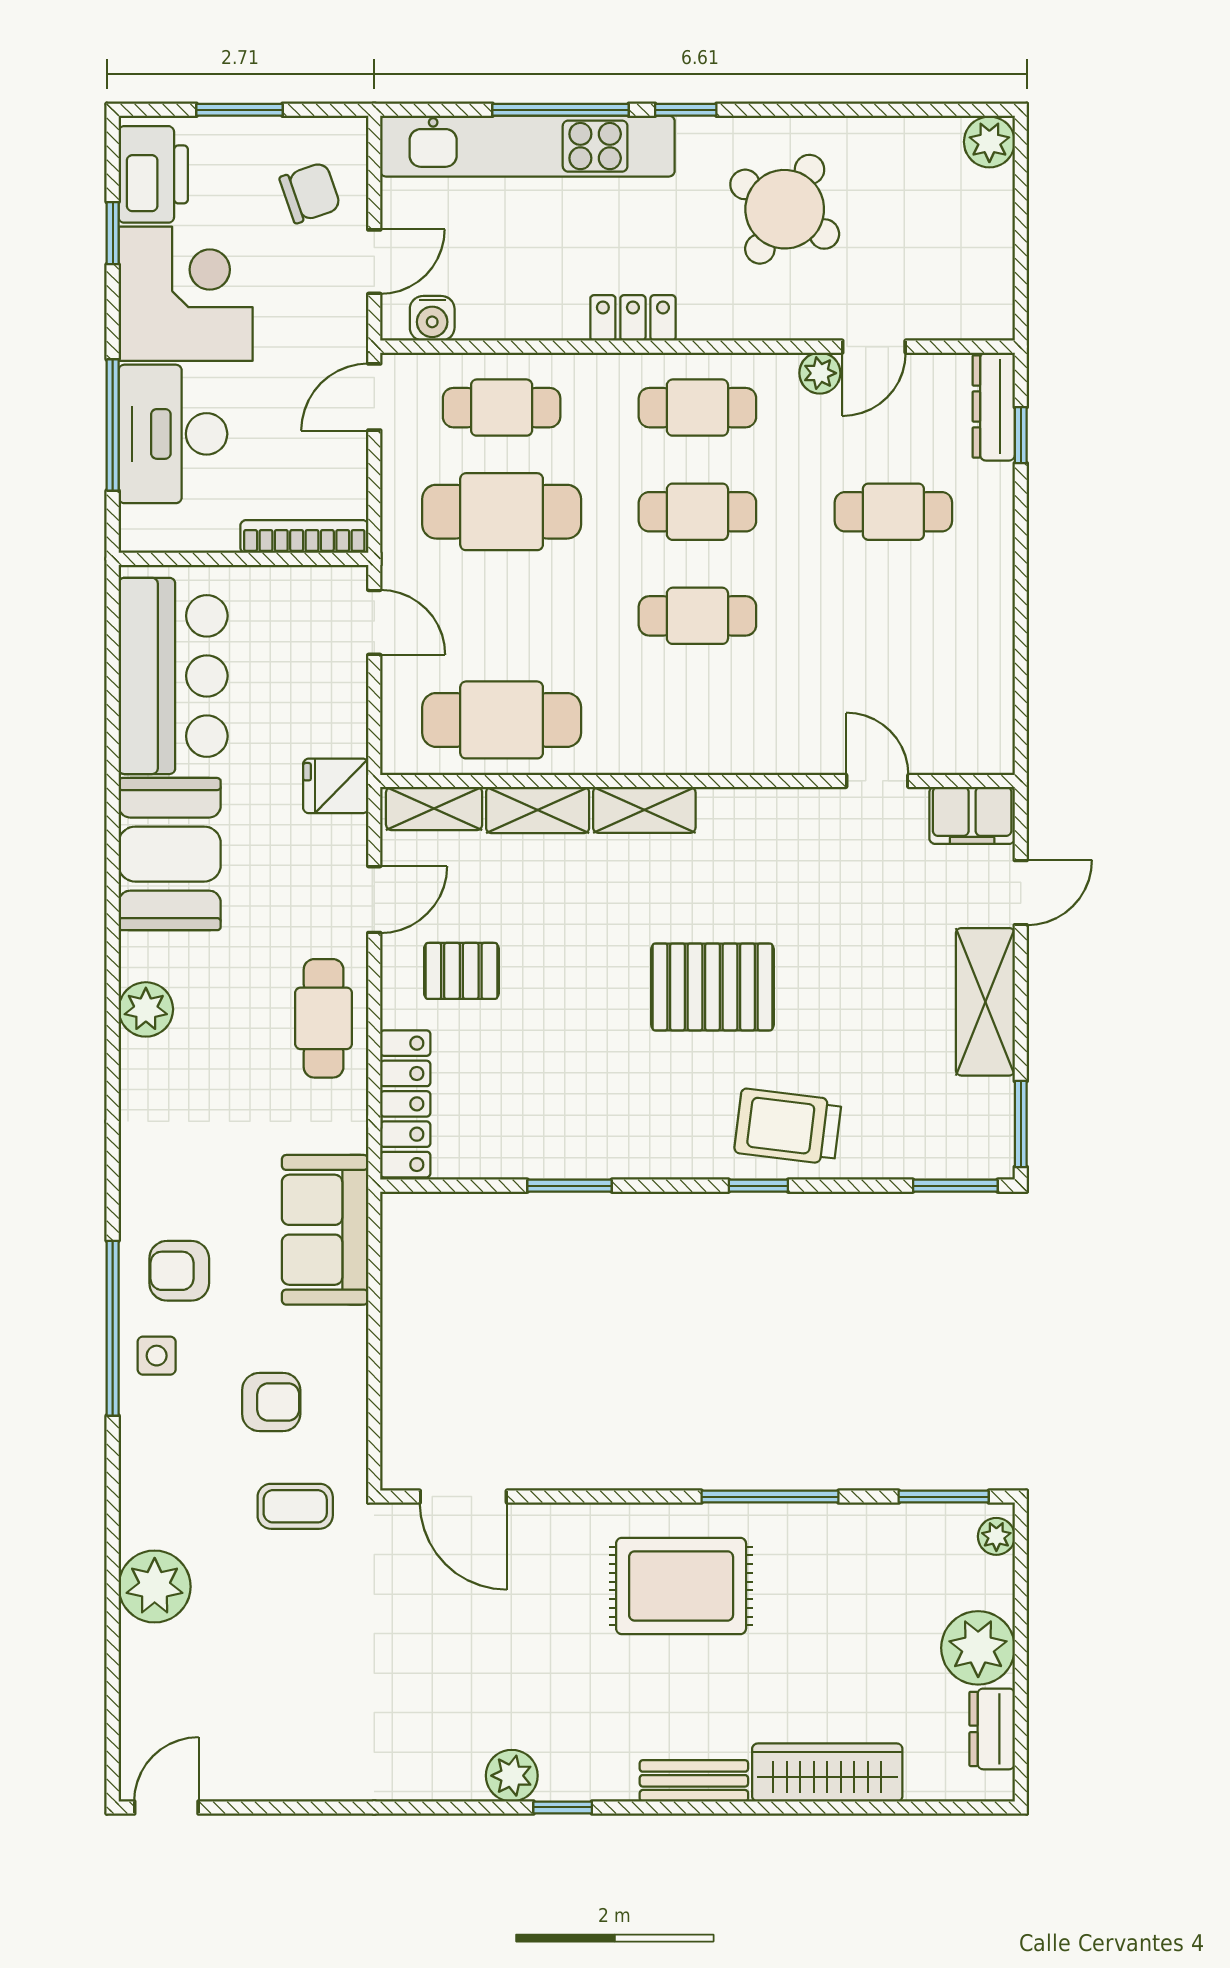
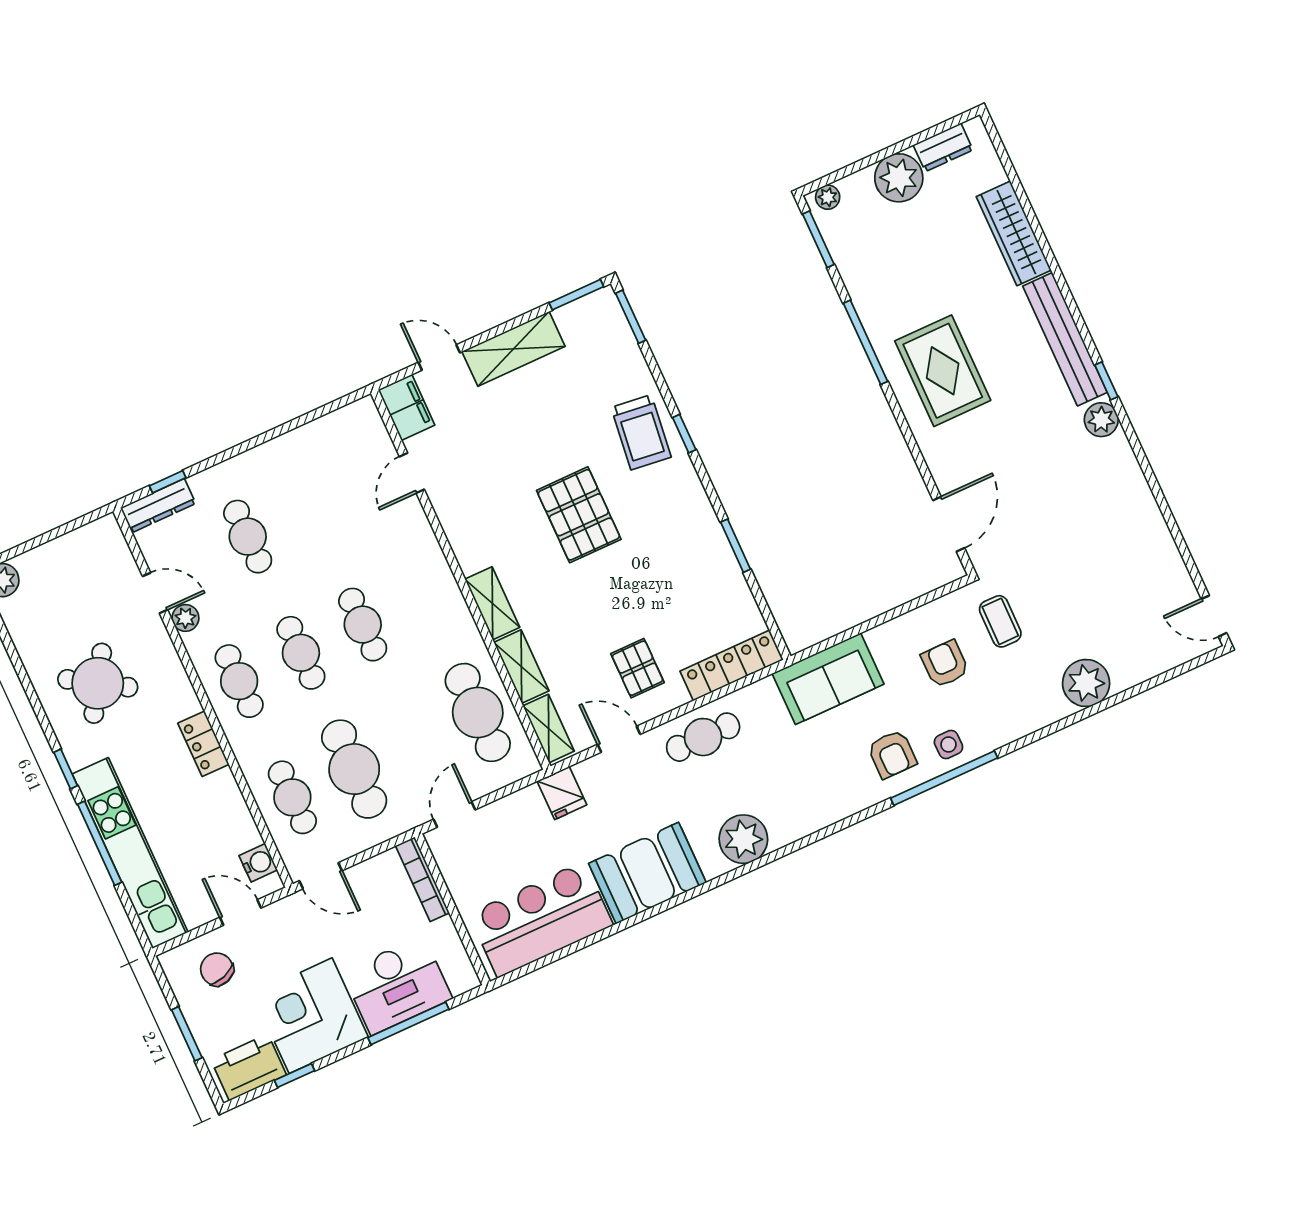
plant: (146, 1009) -> (743, 839), width x1.36, depth x1.36
bench: (694, 1781) -> (1065, 339), width x1.86, depth x1.21

